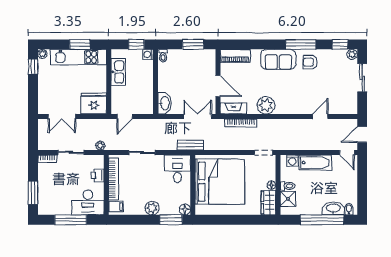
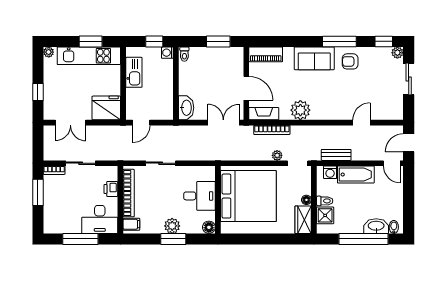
window: (33, 67) -> (38, 92), moved
bench: (190, 145) -> (336, 155), moved
plant: (100, 146) -> (277, 155), moved
desk: (177, 169) -> (199, 196), moved, turned 90
window: (33, 193) -> (38, 192), moved
window: (171, 220) -> (173, 239), moved

